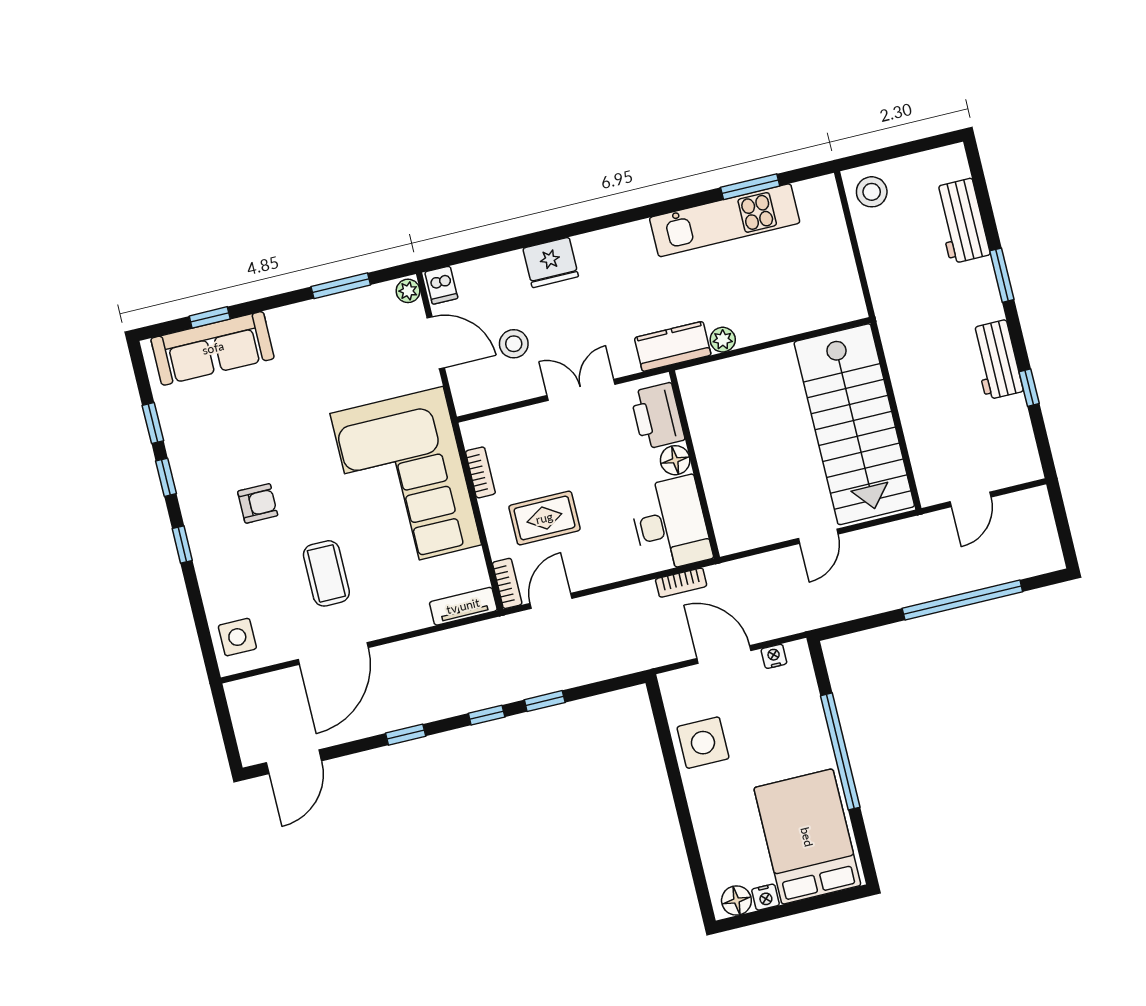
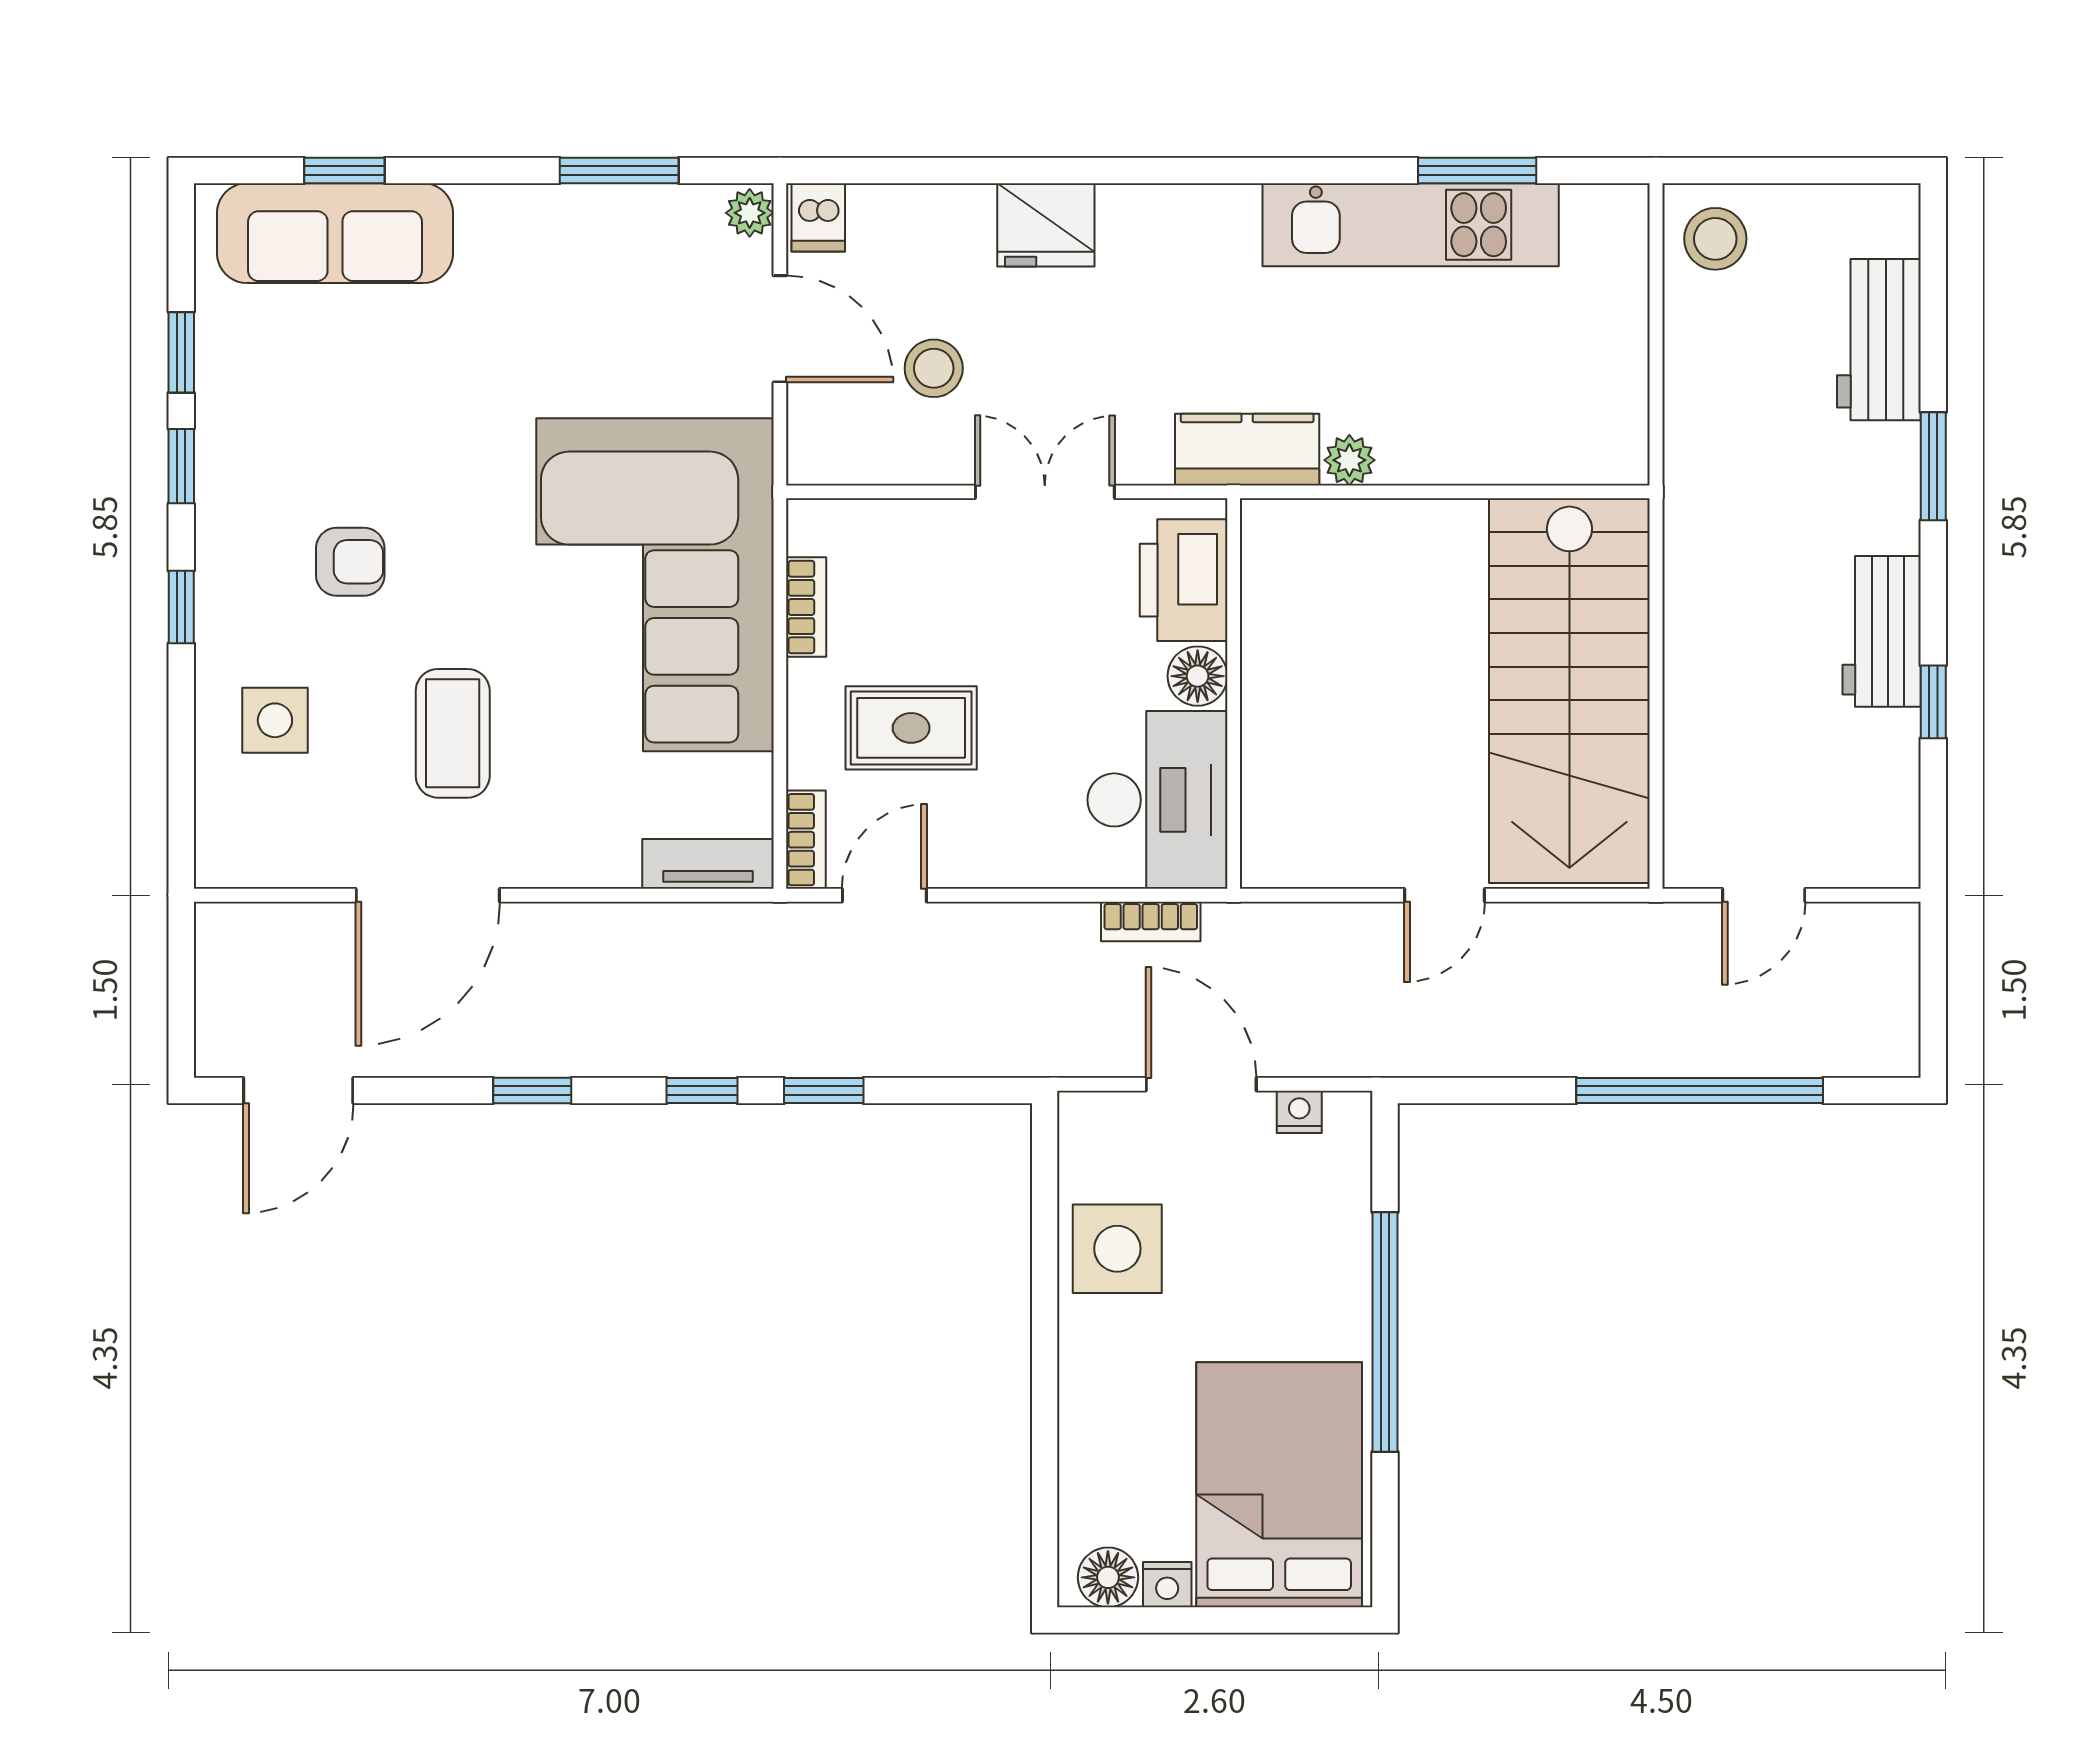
side table: (237, 637) -> (275, 720), moved

